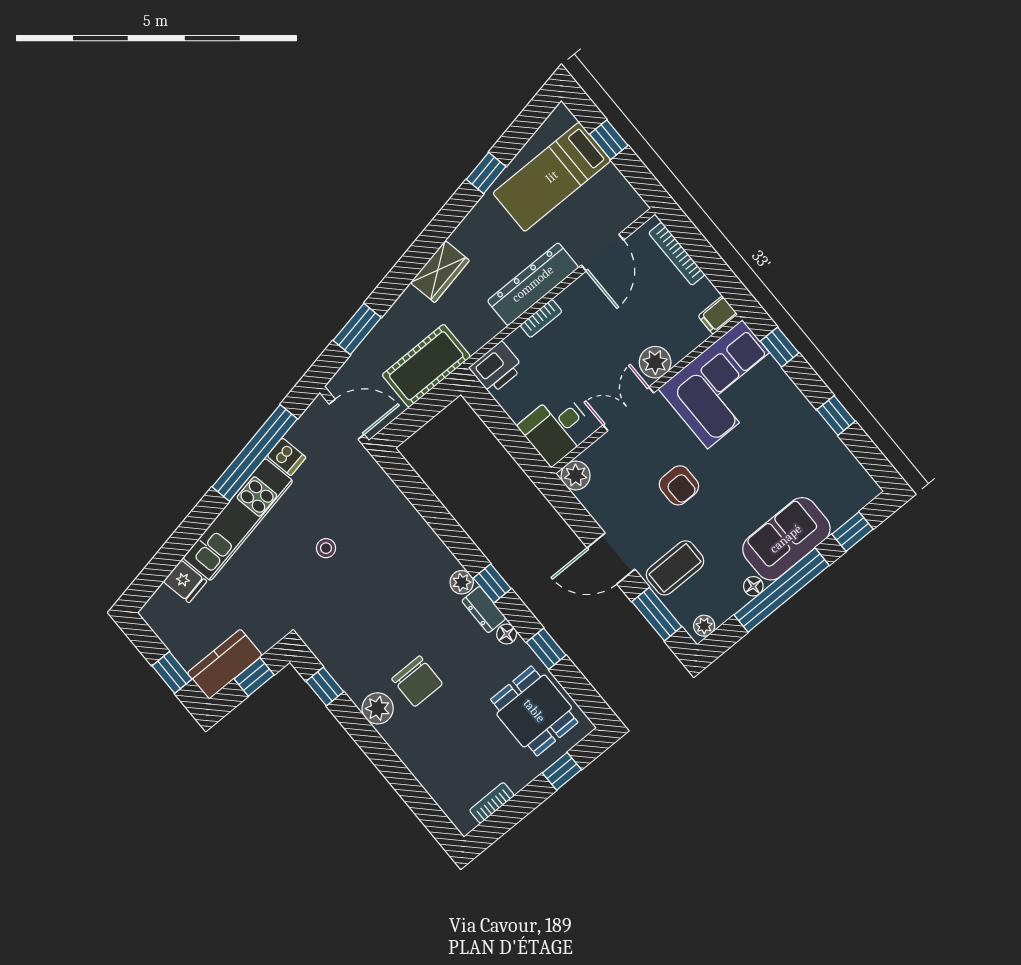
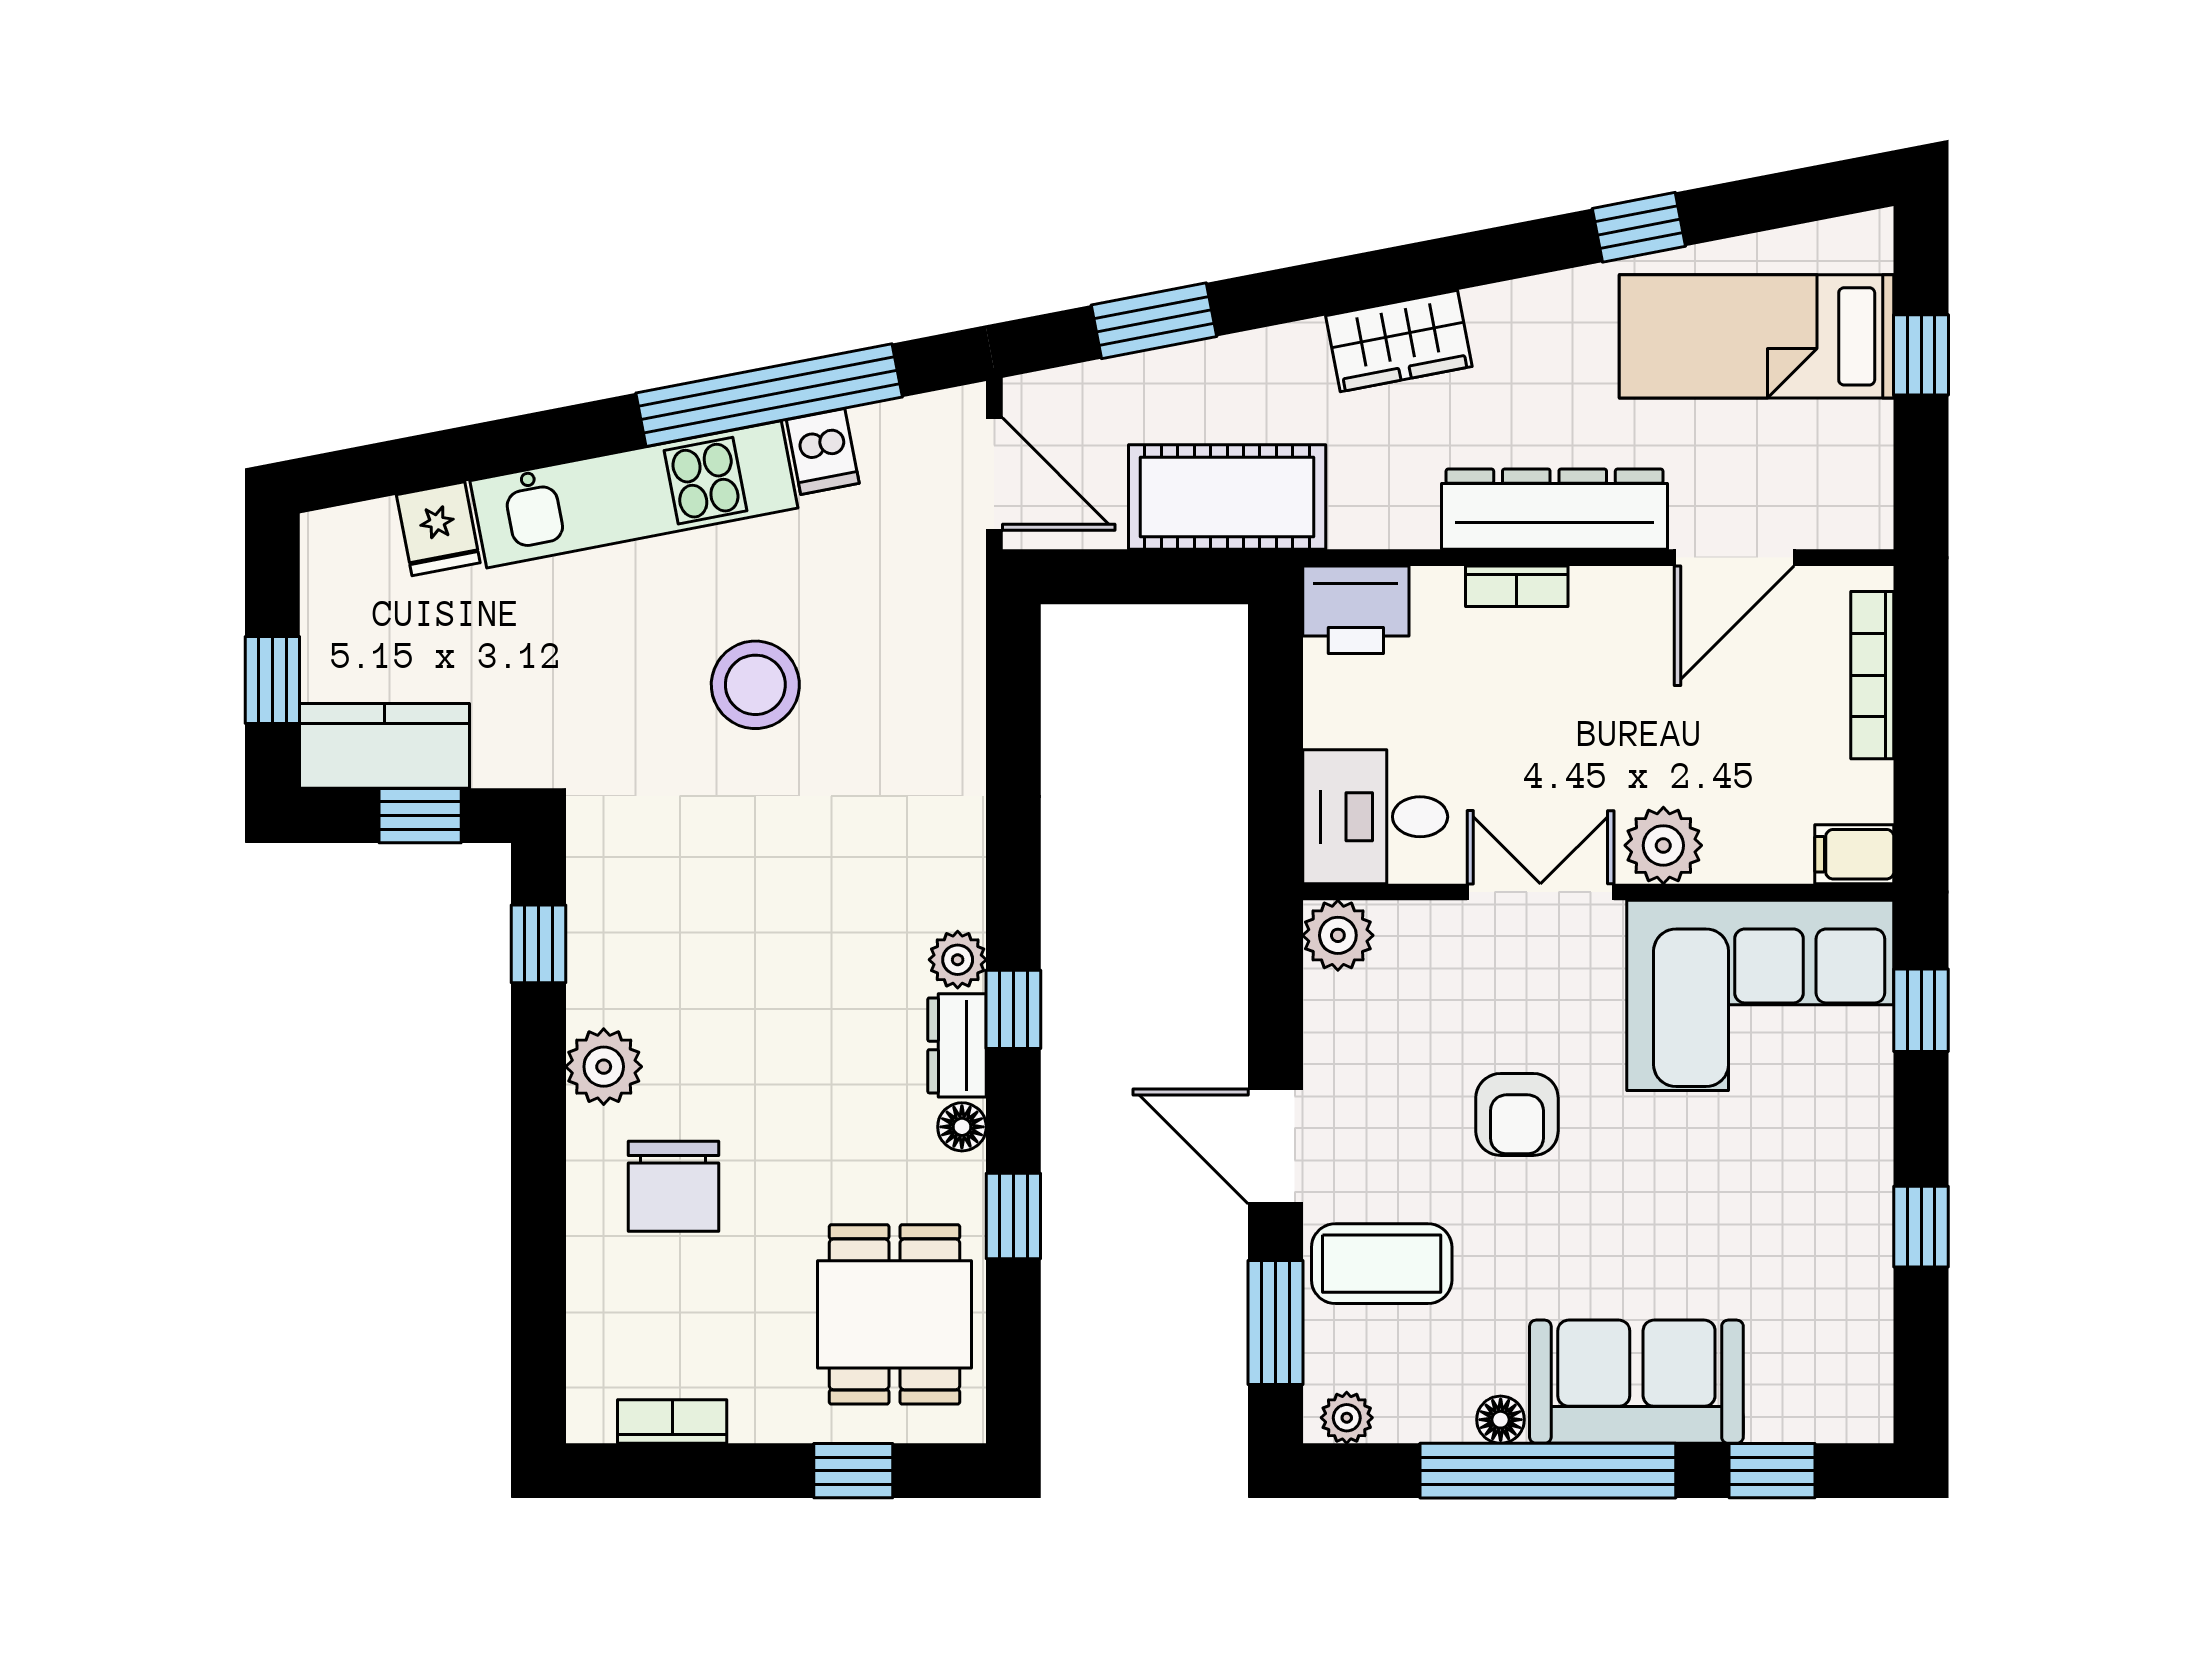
stool: (326, 548) -> (755, 685), width x1.89, depth x1.89
chair: (417, 681) -> (673, 1186), moved

